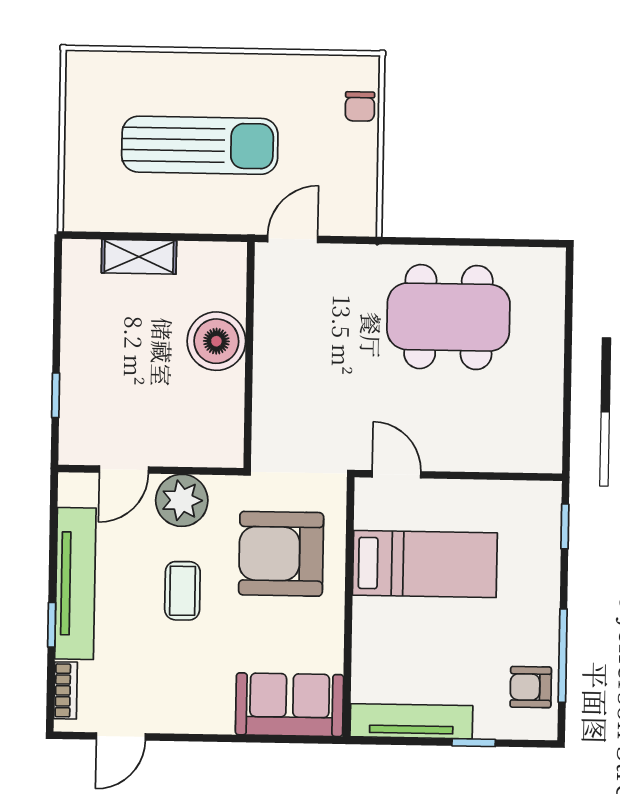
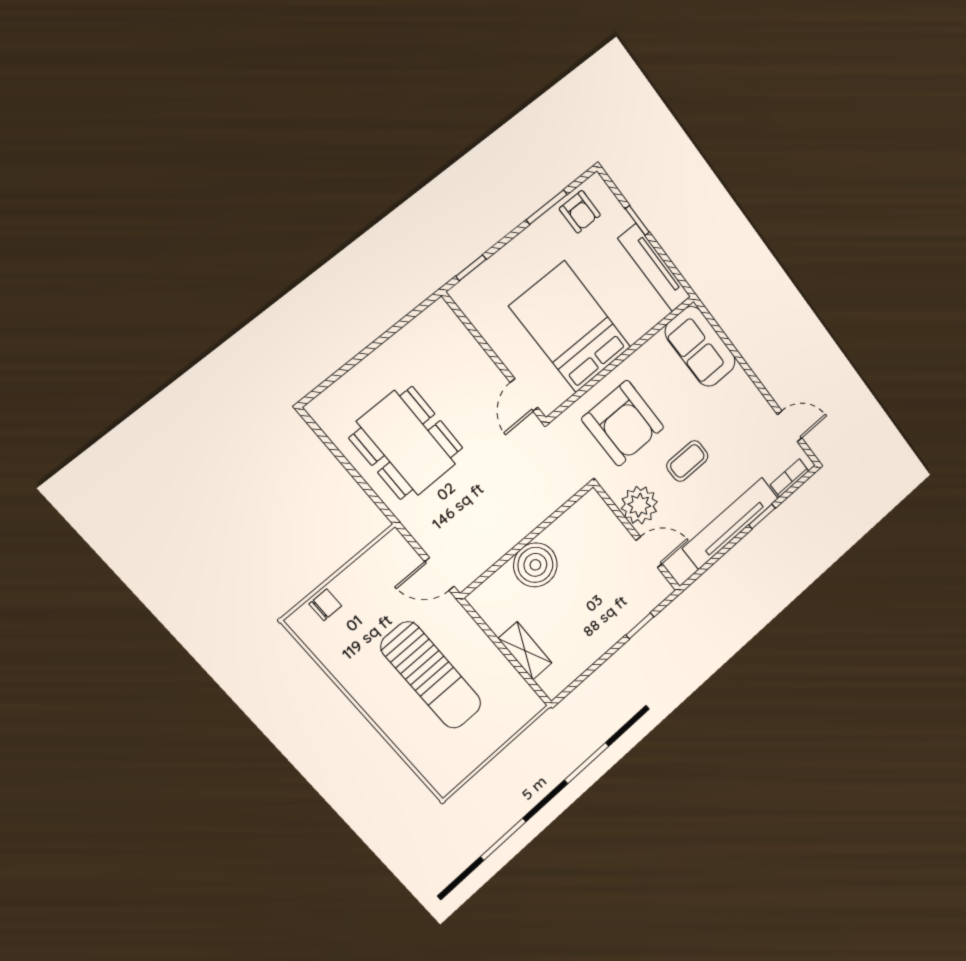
sun lounger: (200, 145) -> (431, 675), turned 180
bed: (425, 564) -> (570, 327), width x1.50
window: (563, 656) -> (547, 207), width x0.69

